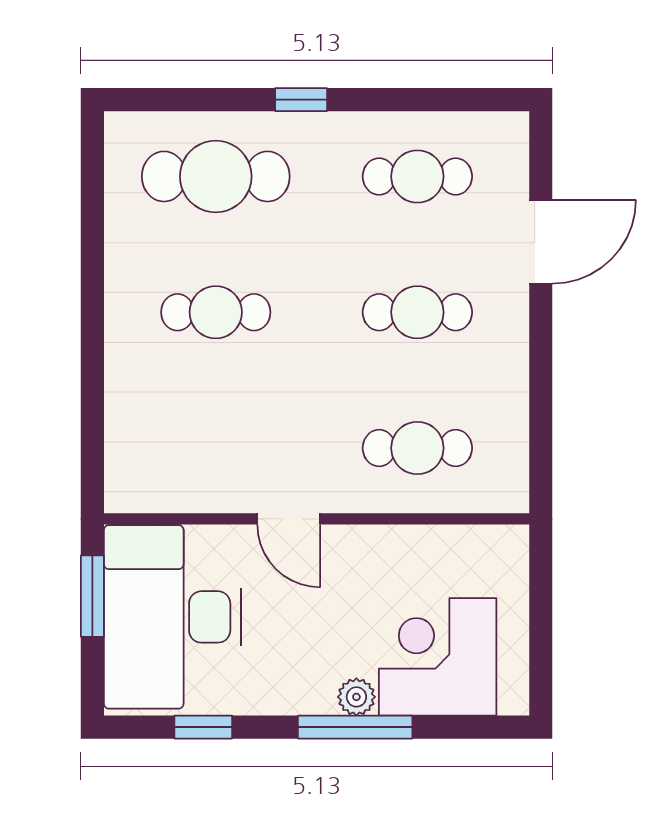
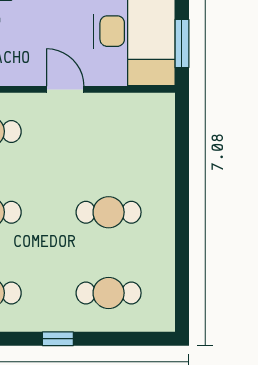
cafe table: (216, 176) -> (109, 293), width x0.73, depth x0.74

